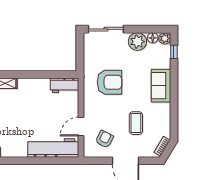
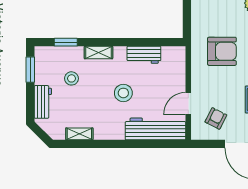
workbench: (65, 85) -> (144, 55), moved
stool: (26, 118) -> (123, 93), added

